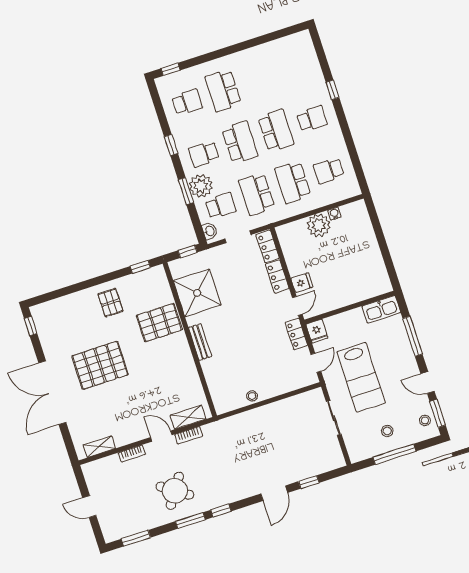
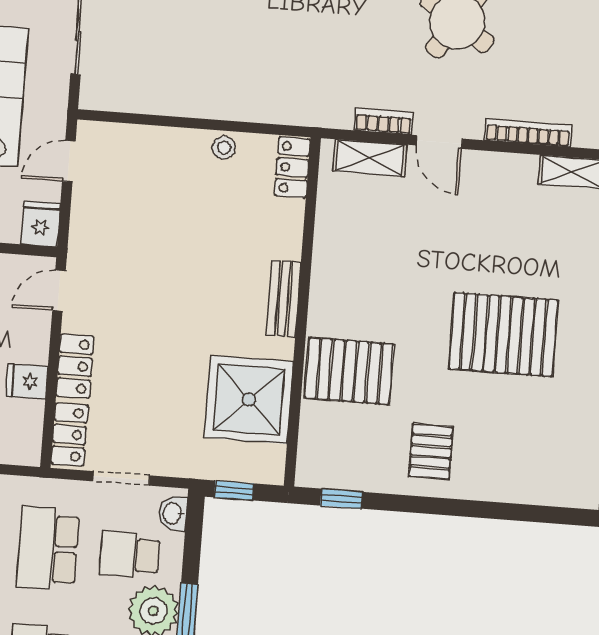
school desk: (257, 194) -> (48, 548), turned 180
fridge: (302, 283) -> (27, 381), moved
locker: (296, 334) -> (292, 167), moved, turned 180
bookcase: (132, 454) -> (528, 133), width x1.56

